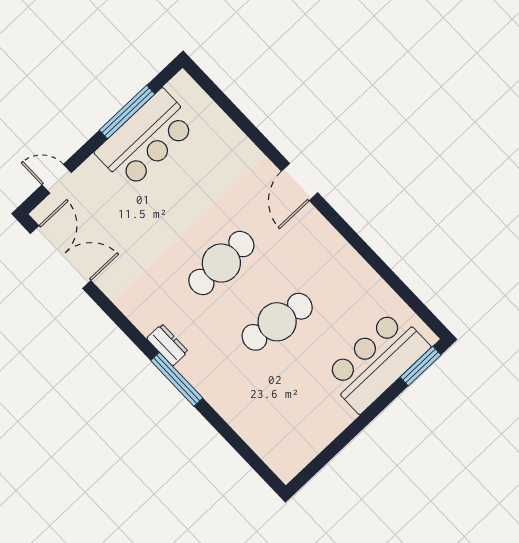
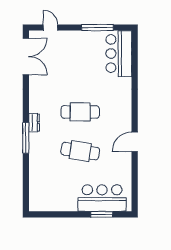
bar counter: (146, 139) -> (119, 54), moved, turned 90
door: (299, 182) -> (135, 142), moved
window: (421, 366) -> (102, 214), moved

